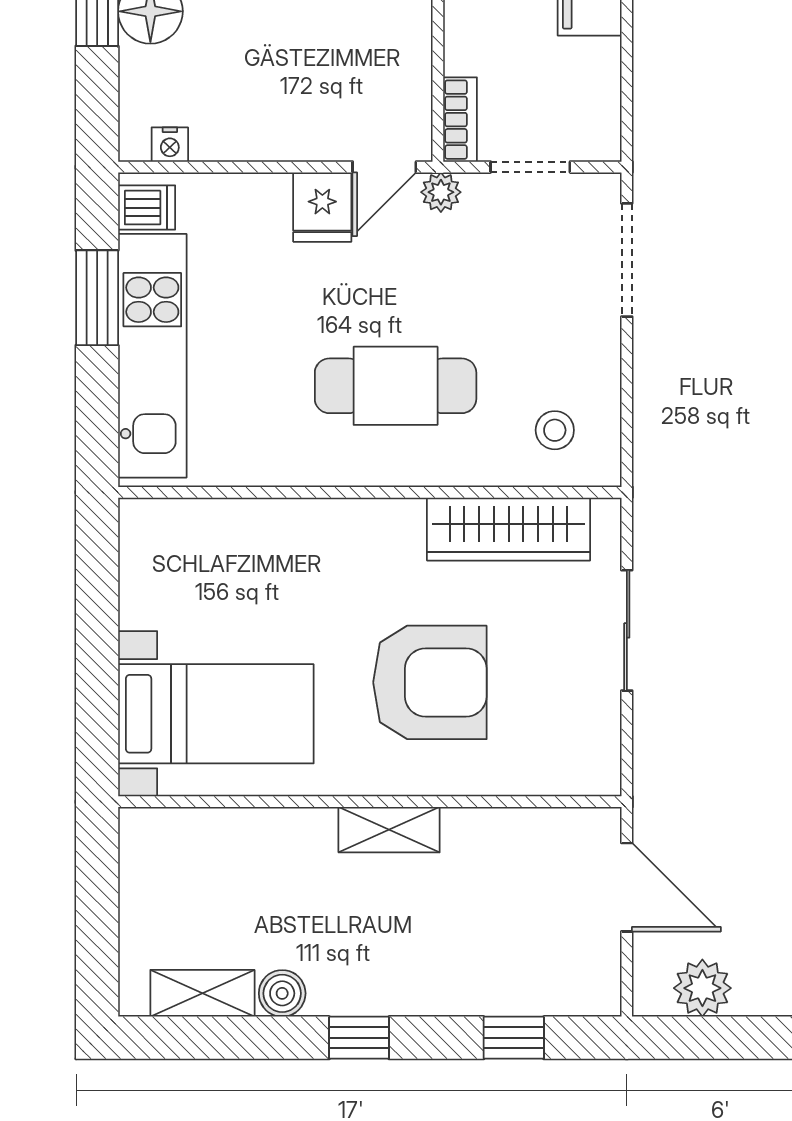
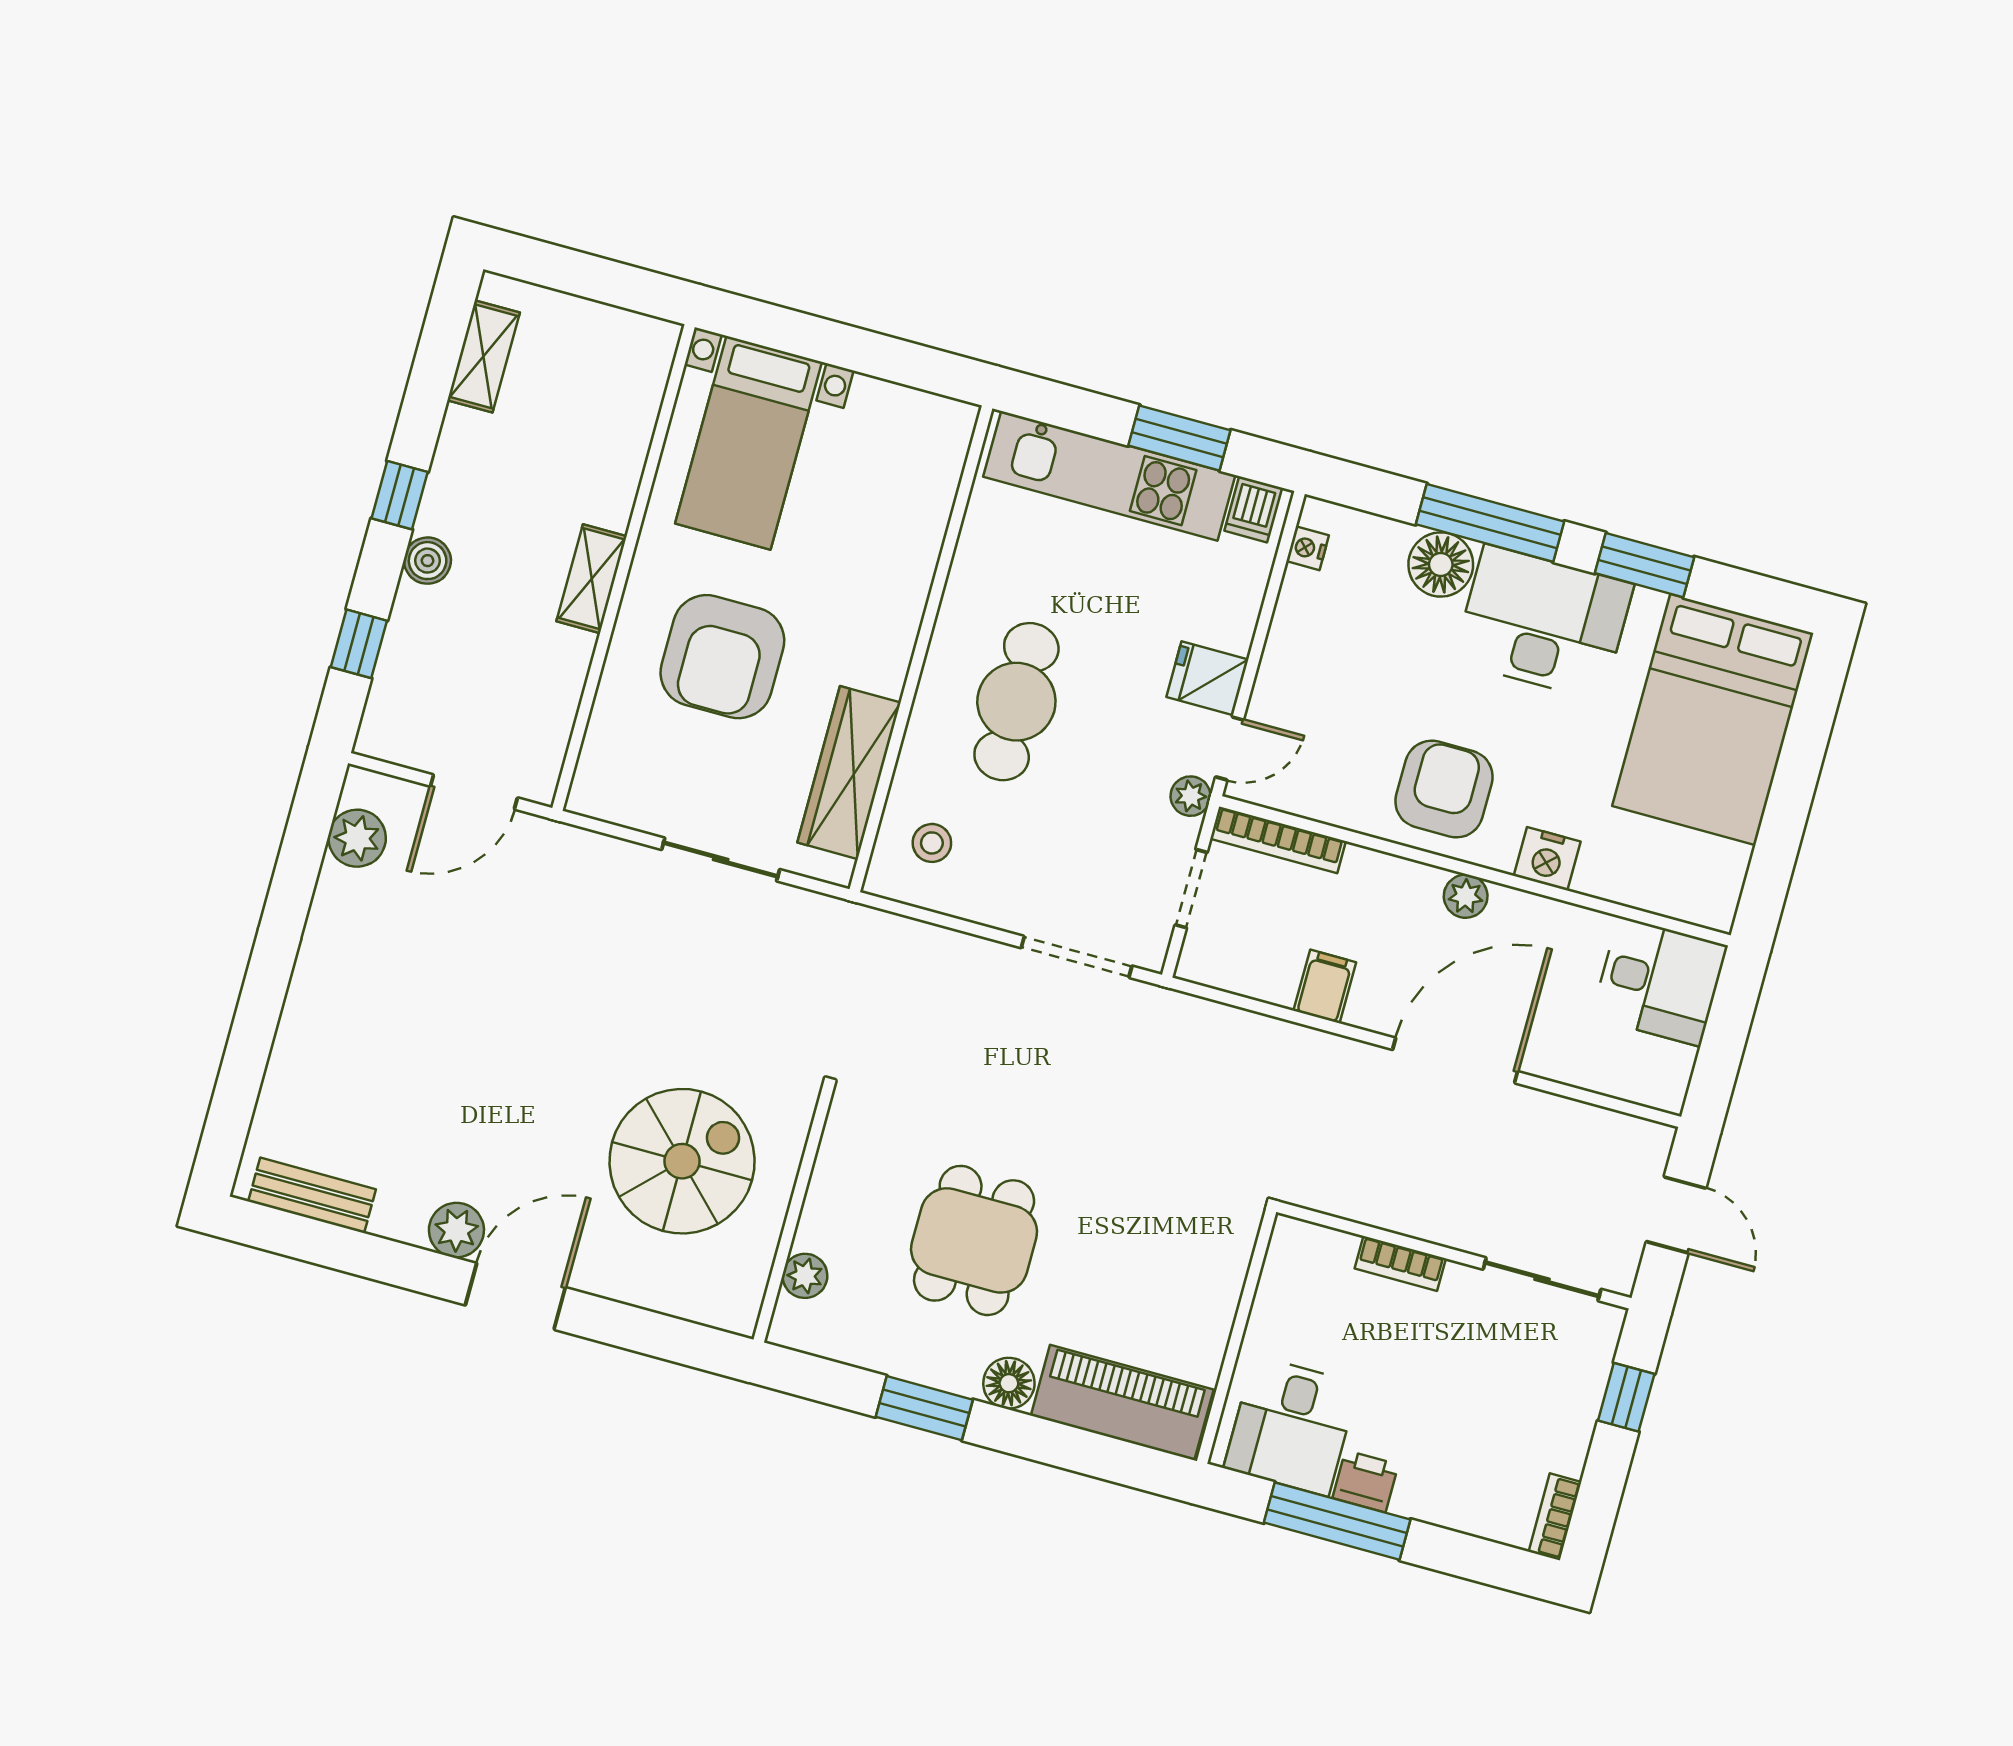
bookcase: (460, 120) -> (1278, 840), width x1.56
door: (384, 167) -> (1230, 748), swing flipped
boiler: (282, 993) -> (428, 561), moved

